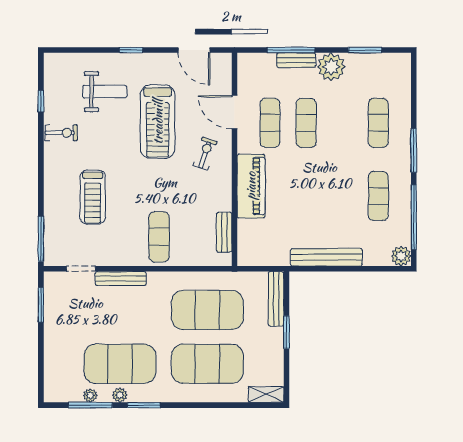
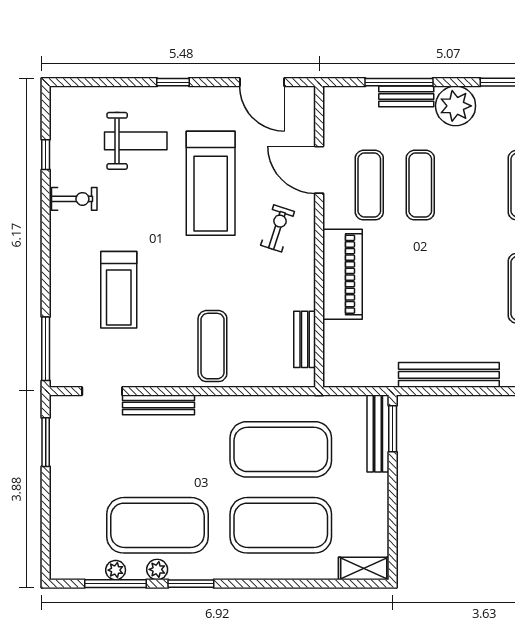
window: (286, 332) -> (393, 429), moved

